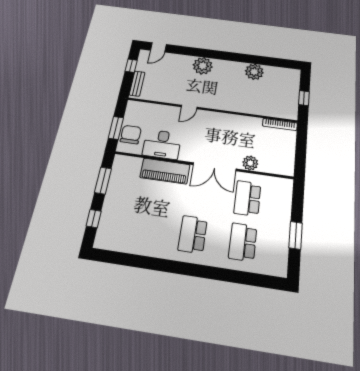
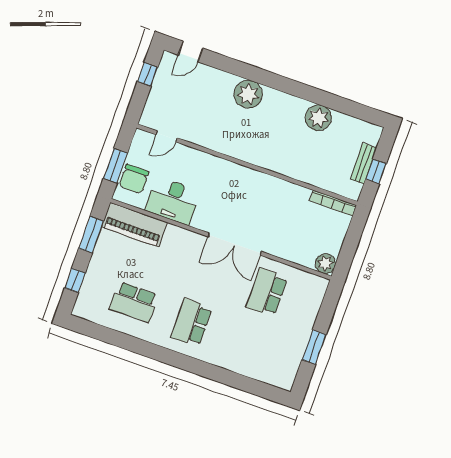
bench: (137, 84) -> (364, 163), moved
door: (189, 107) -> (167, 136), moved
chair: (131, 134) -> (134, 179), turned 180
plant: (250, 163) -> (325, 264), moved
piano: (165, 171) -> (134, 225), moved
school desk: (243, 242) -> (134, 302), moved, turned -90

